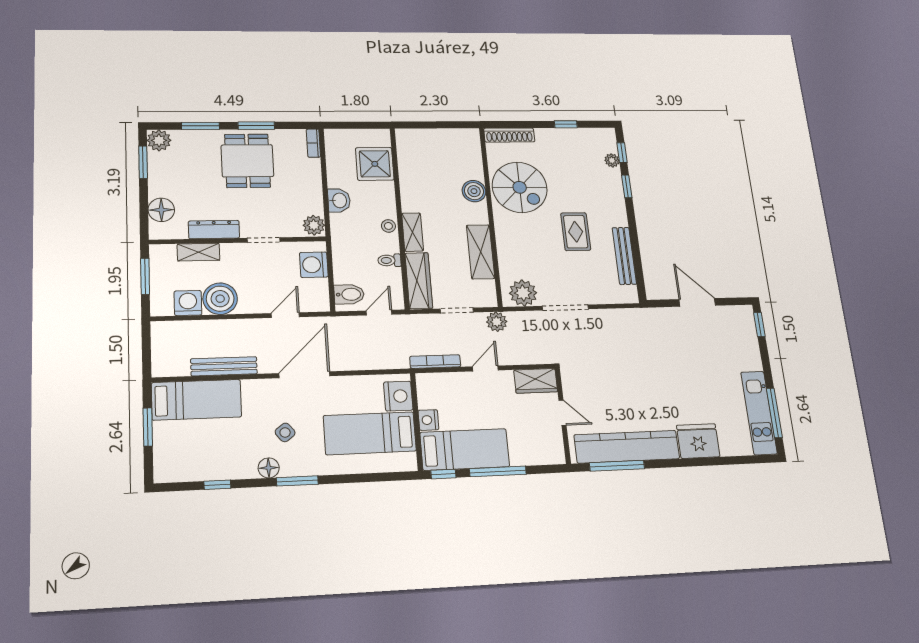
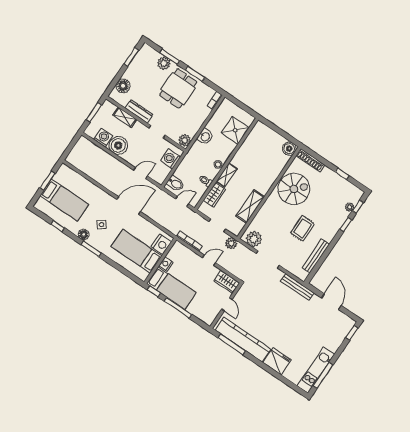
plant: (159, 140) -> (164, 63), moved
spiral stairs: (520, 187) -> (294, 189), turned -90
boiler: (474, 191) -> (289, 149), moved
wardrobe: (419, 281) -> (214, 195), width x0.67
bench: (224, 366) -> (297, 287), moved
bed: (197, 400) -> (64, 200), moved

